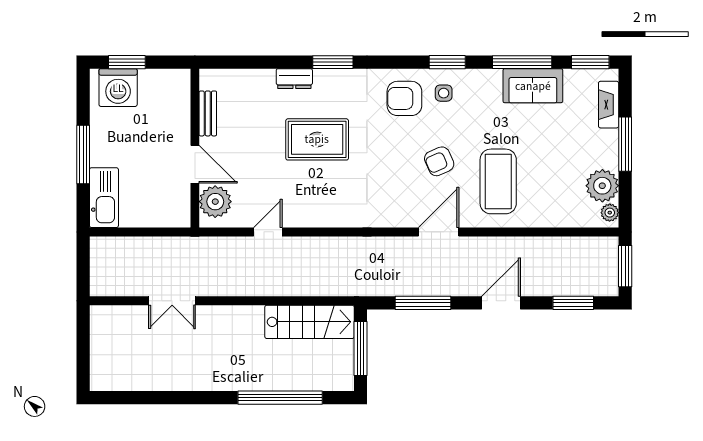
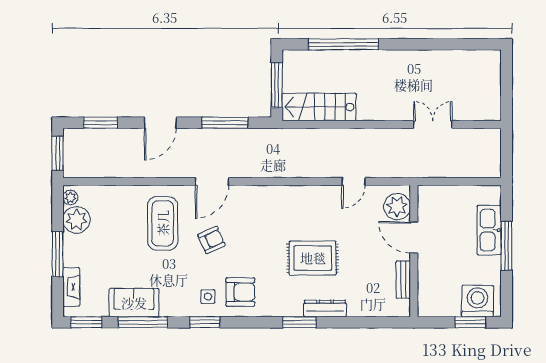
dresser: (294, 79) -> (325, 308), width x1.44
kitchen sink: (104, 198) -> (489, 230), moved

